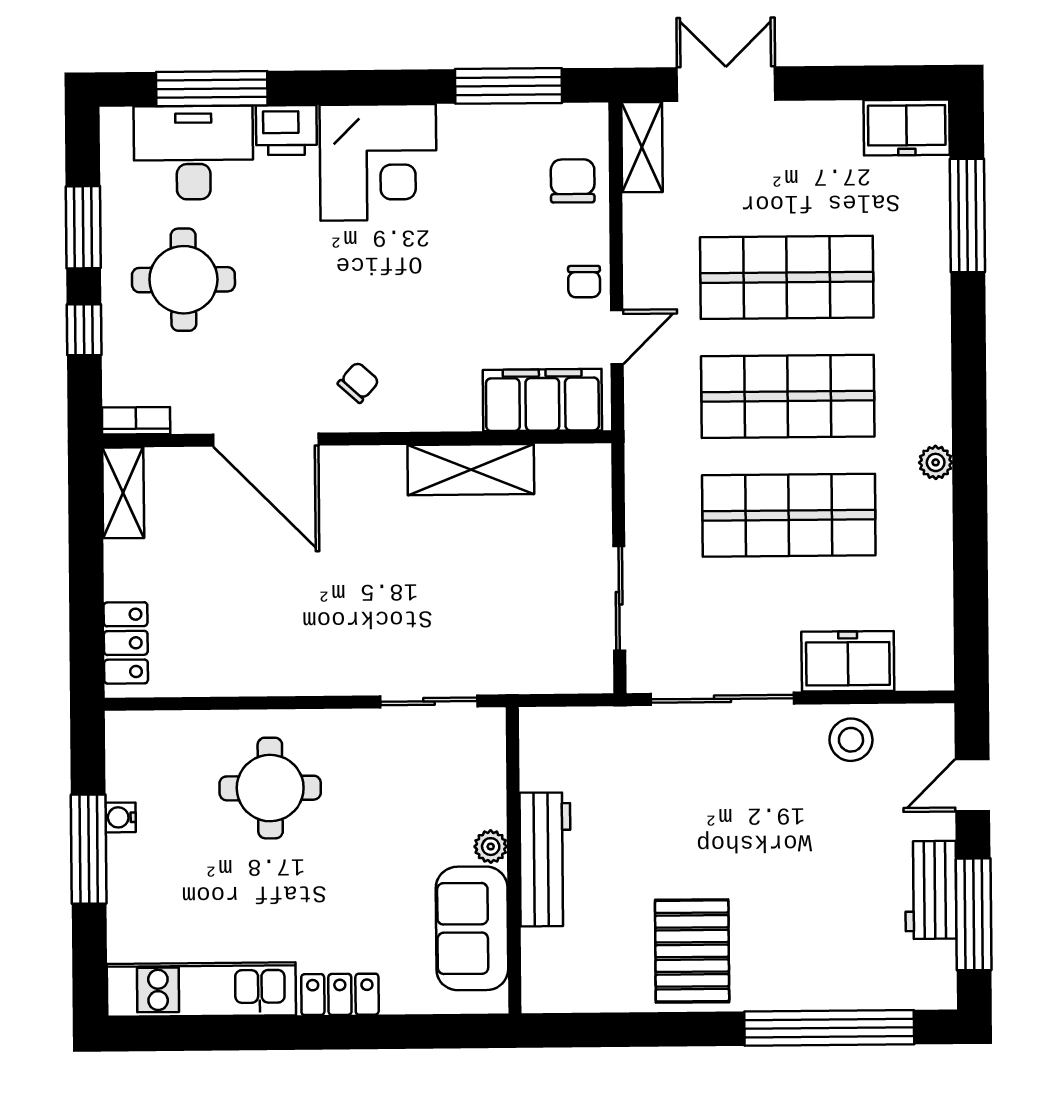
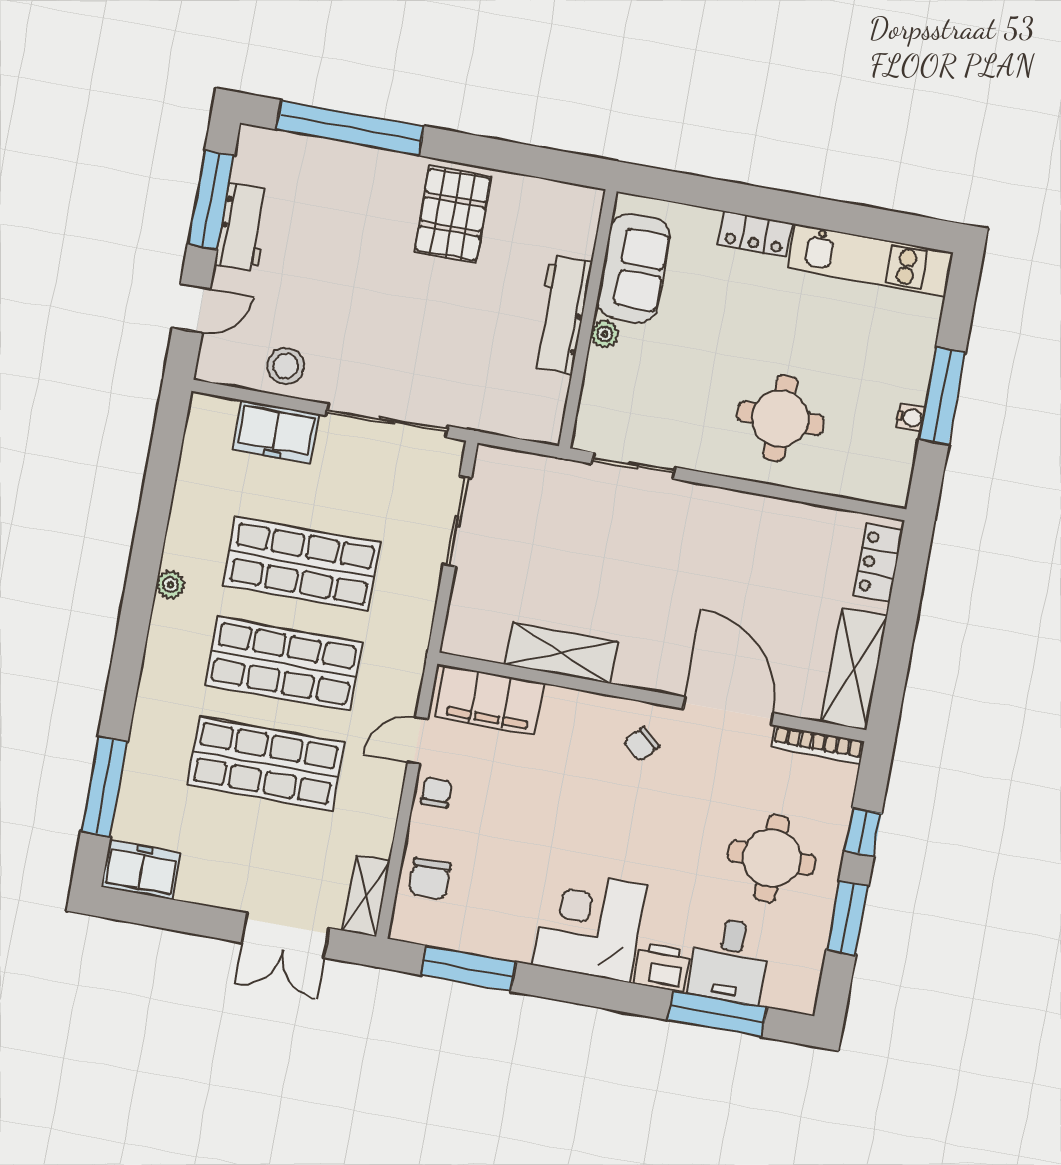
desk: (193, 153) -> (729, 960), width x0.73
bookcase: (136, 421) -> (818, 745), width x1.56
shelving: (123, 493) -> (854, 669), width x1.50, depth x1.33

